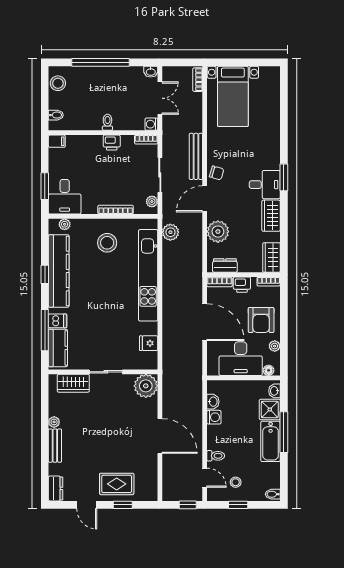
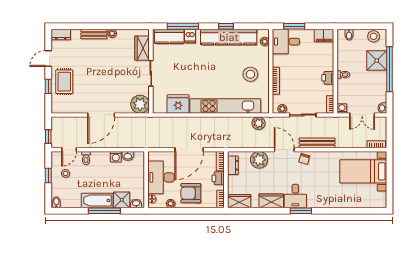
shower: (89, 79) -> (377, 61), added
filing cabinet: (57, 141) -> (324, 35), width x2.00
fridge: (149, 343) -> (178, 104), width x1.88, depth x1.34

